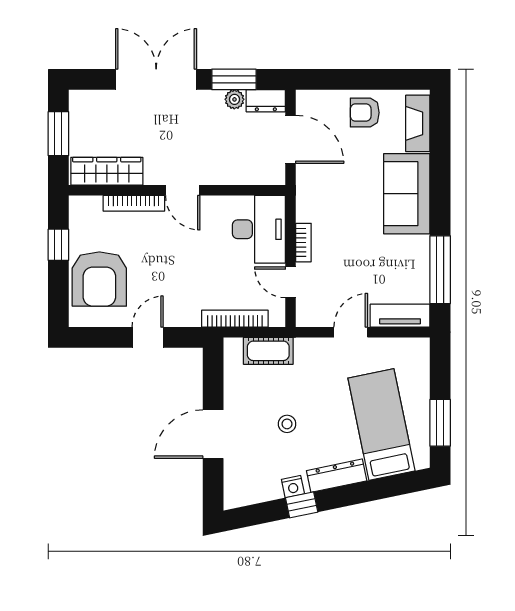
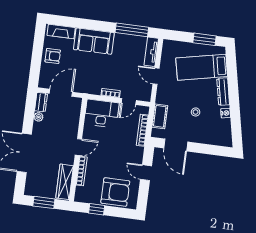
window: (234, 79) -> (29, 116), removed
armchair: (365, 113) -> (53, 56), turned -90
door: (213, 434) -> (176, 145), moved
window: (302, 505) -> (235, 110), removed

